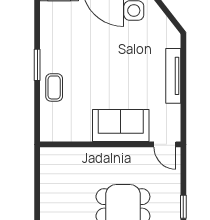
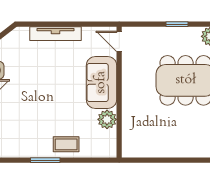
plant: (81, 131) -> (107, 119), added
door: (165, 144) -> (119, 41), swing flipped

